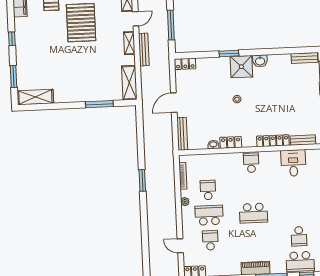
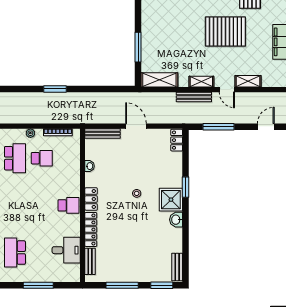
locker: (231, 142) -> (91, 199), moved
school desk: (253, 213) -> (15, 253), moved

